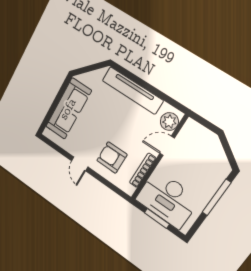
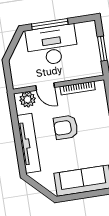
armchair: (112, 158) -> (66, 127), moved, turned 90
desk: (167, 199) -> (52, 45), moved, turned -90

